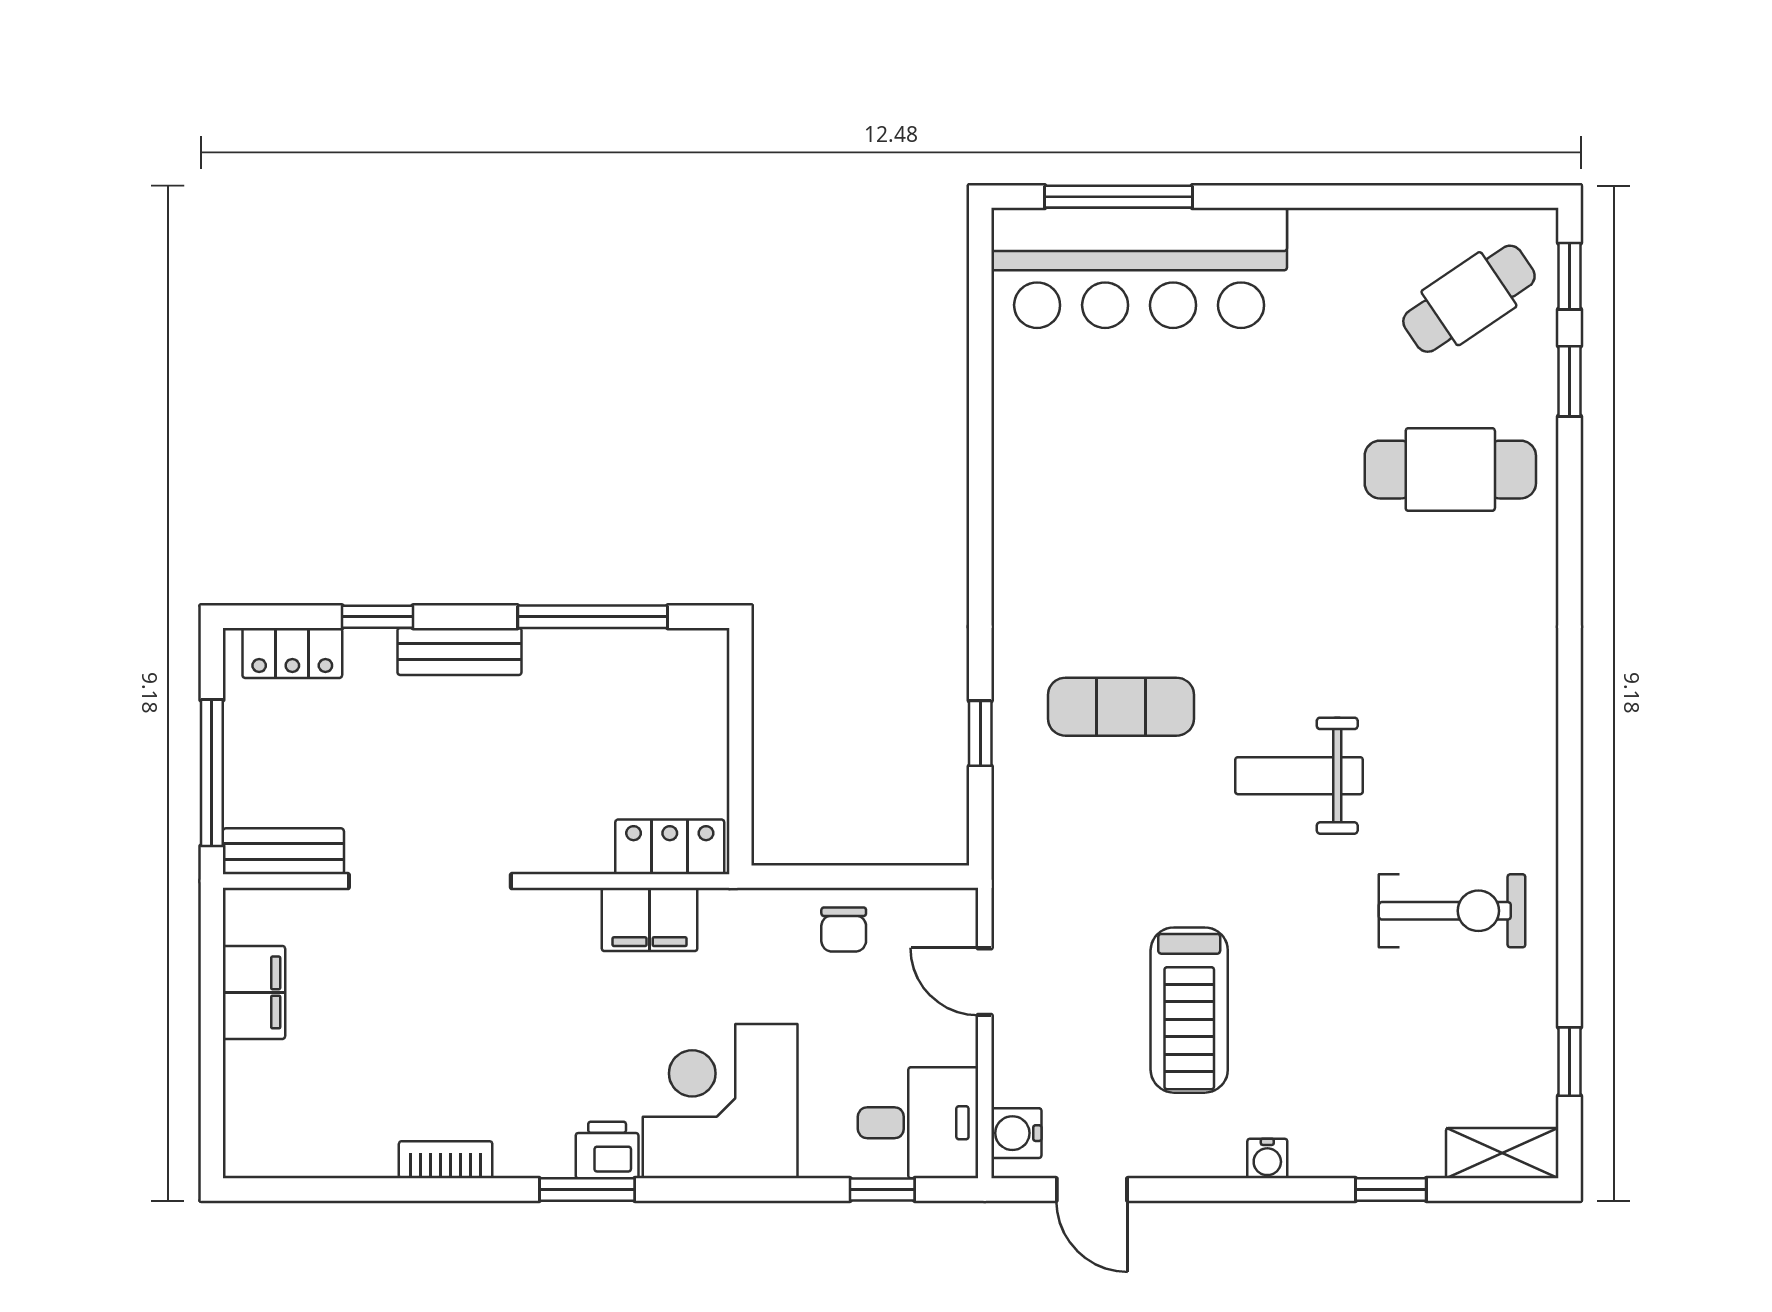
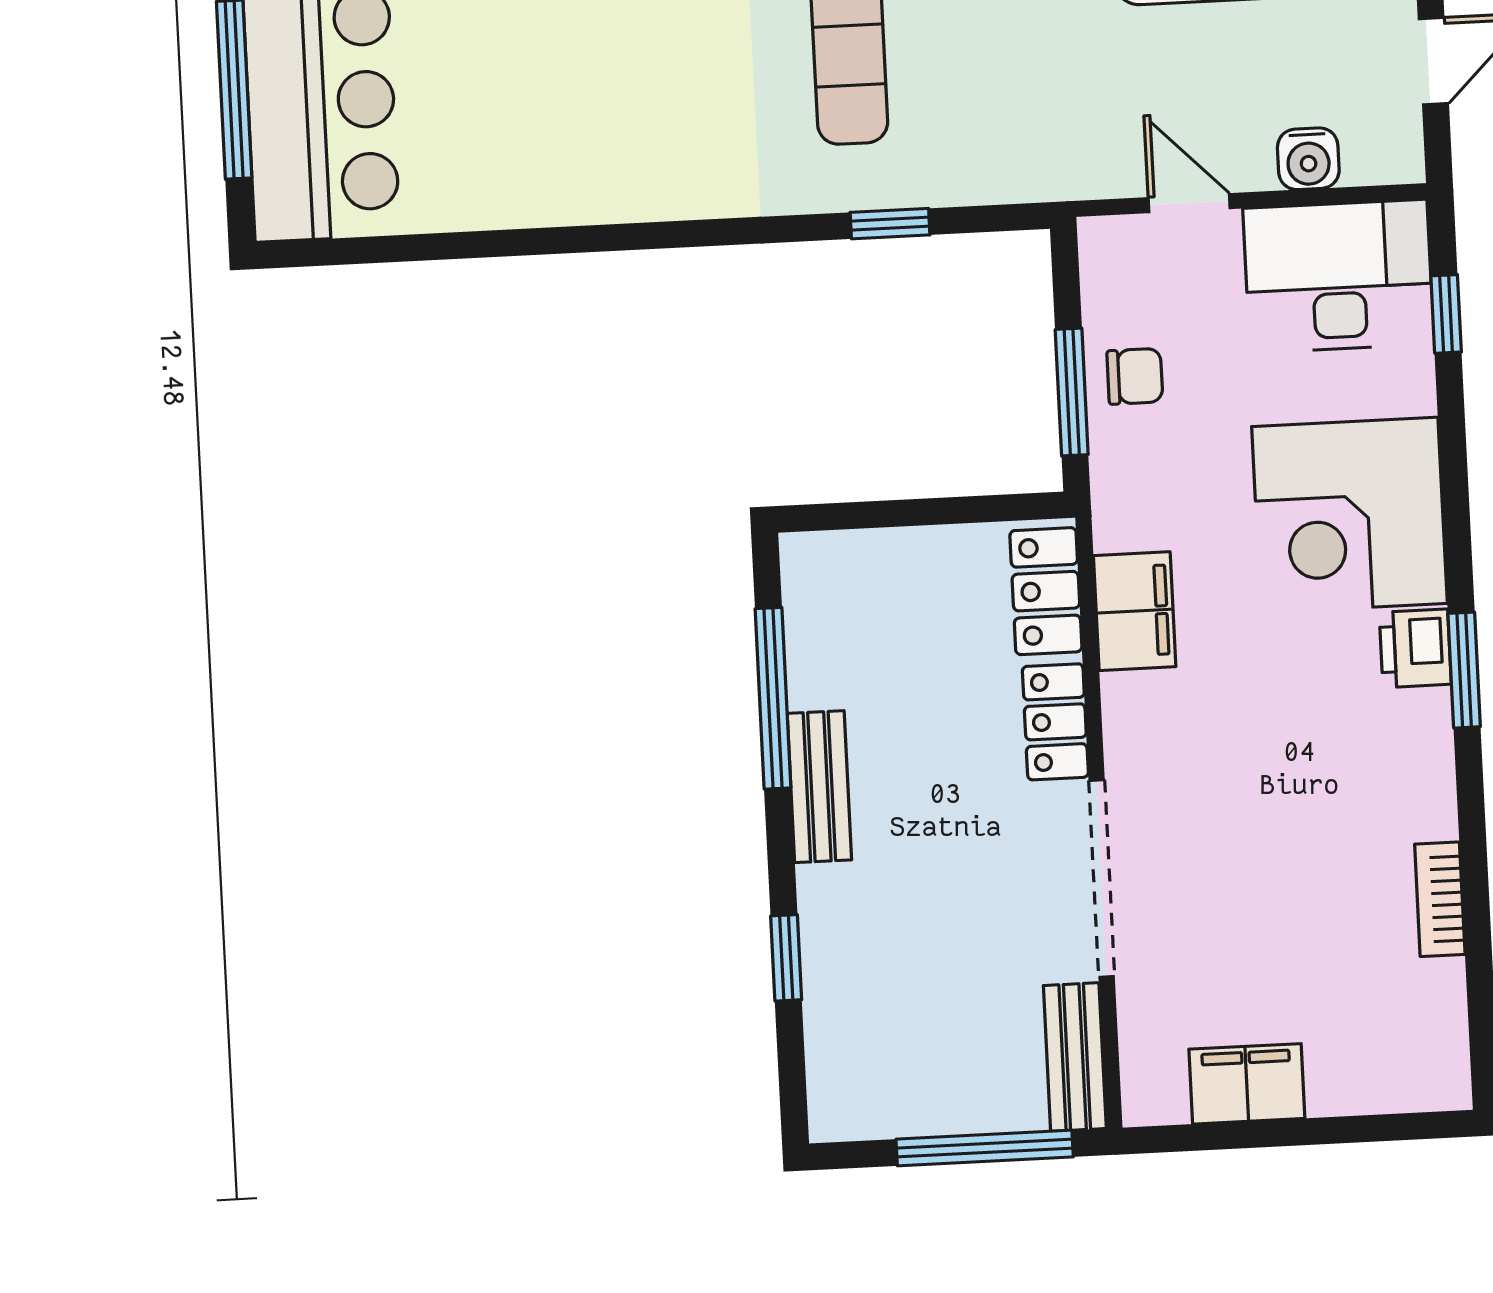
bench: (459, 651) -> (819, 787), moved
locker: (292, 653) -> (1055, 722), moved, turned 180
window: (833, 877) -> (1072, 392), added
door: (985, 982) -> (1189, 203), swing flipped
desk: (918, 1123) -> (1338, 276), width x1.37
water cooler: (1016, 1133) -> (1308, 159), moved
bookcase: (446, 1160) -> (1440, 899), moved

